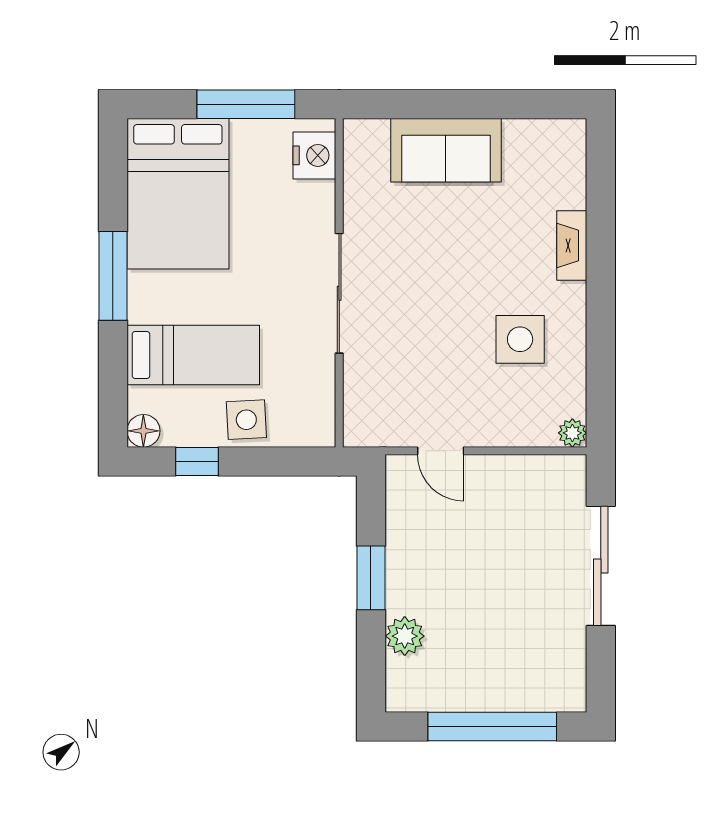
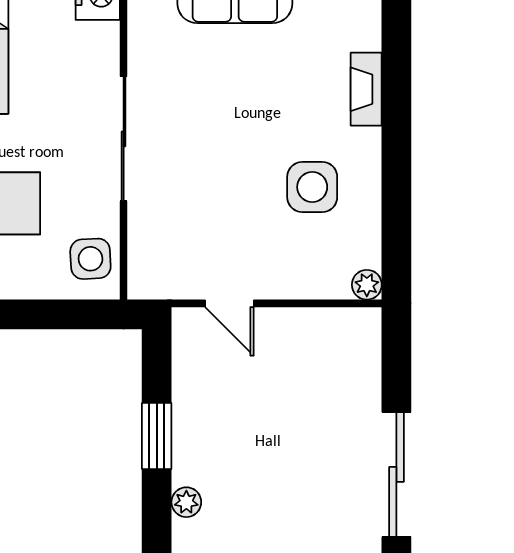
side table: (246, 420) -> (90, 259), moved
sliding door: (601, 566) -> (396, 474), moved
plant: (405, 636) -> (186, 502), width x0.73, depth x0.73

